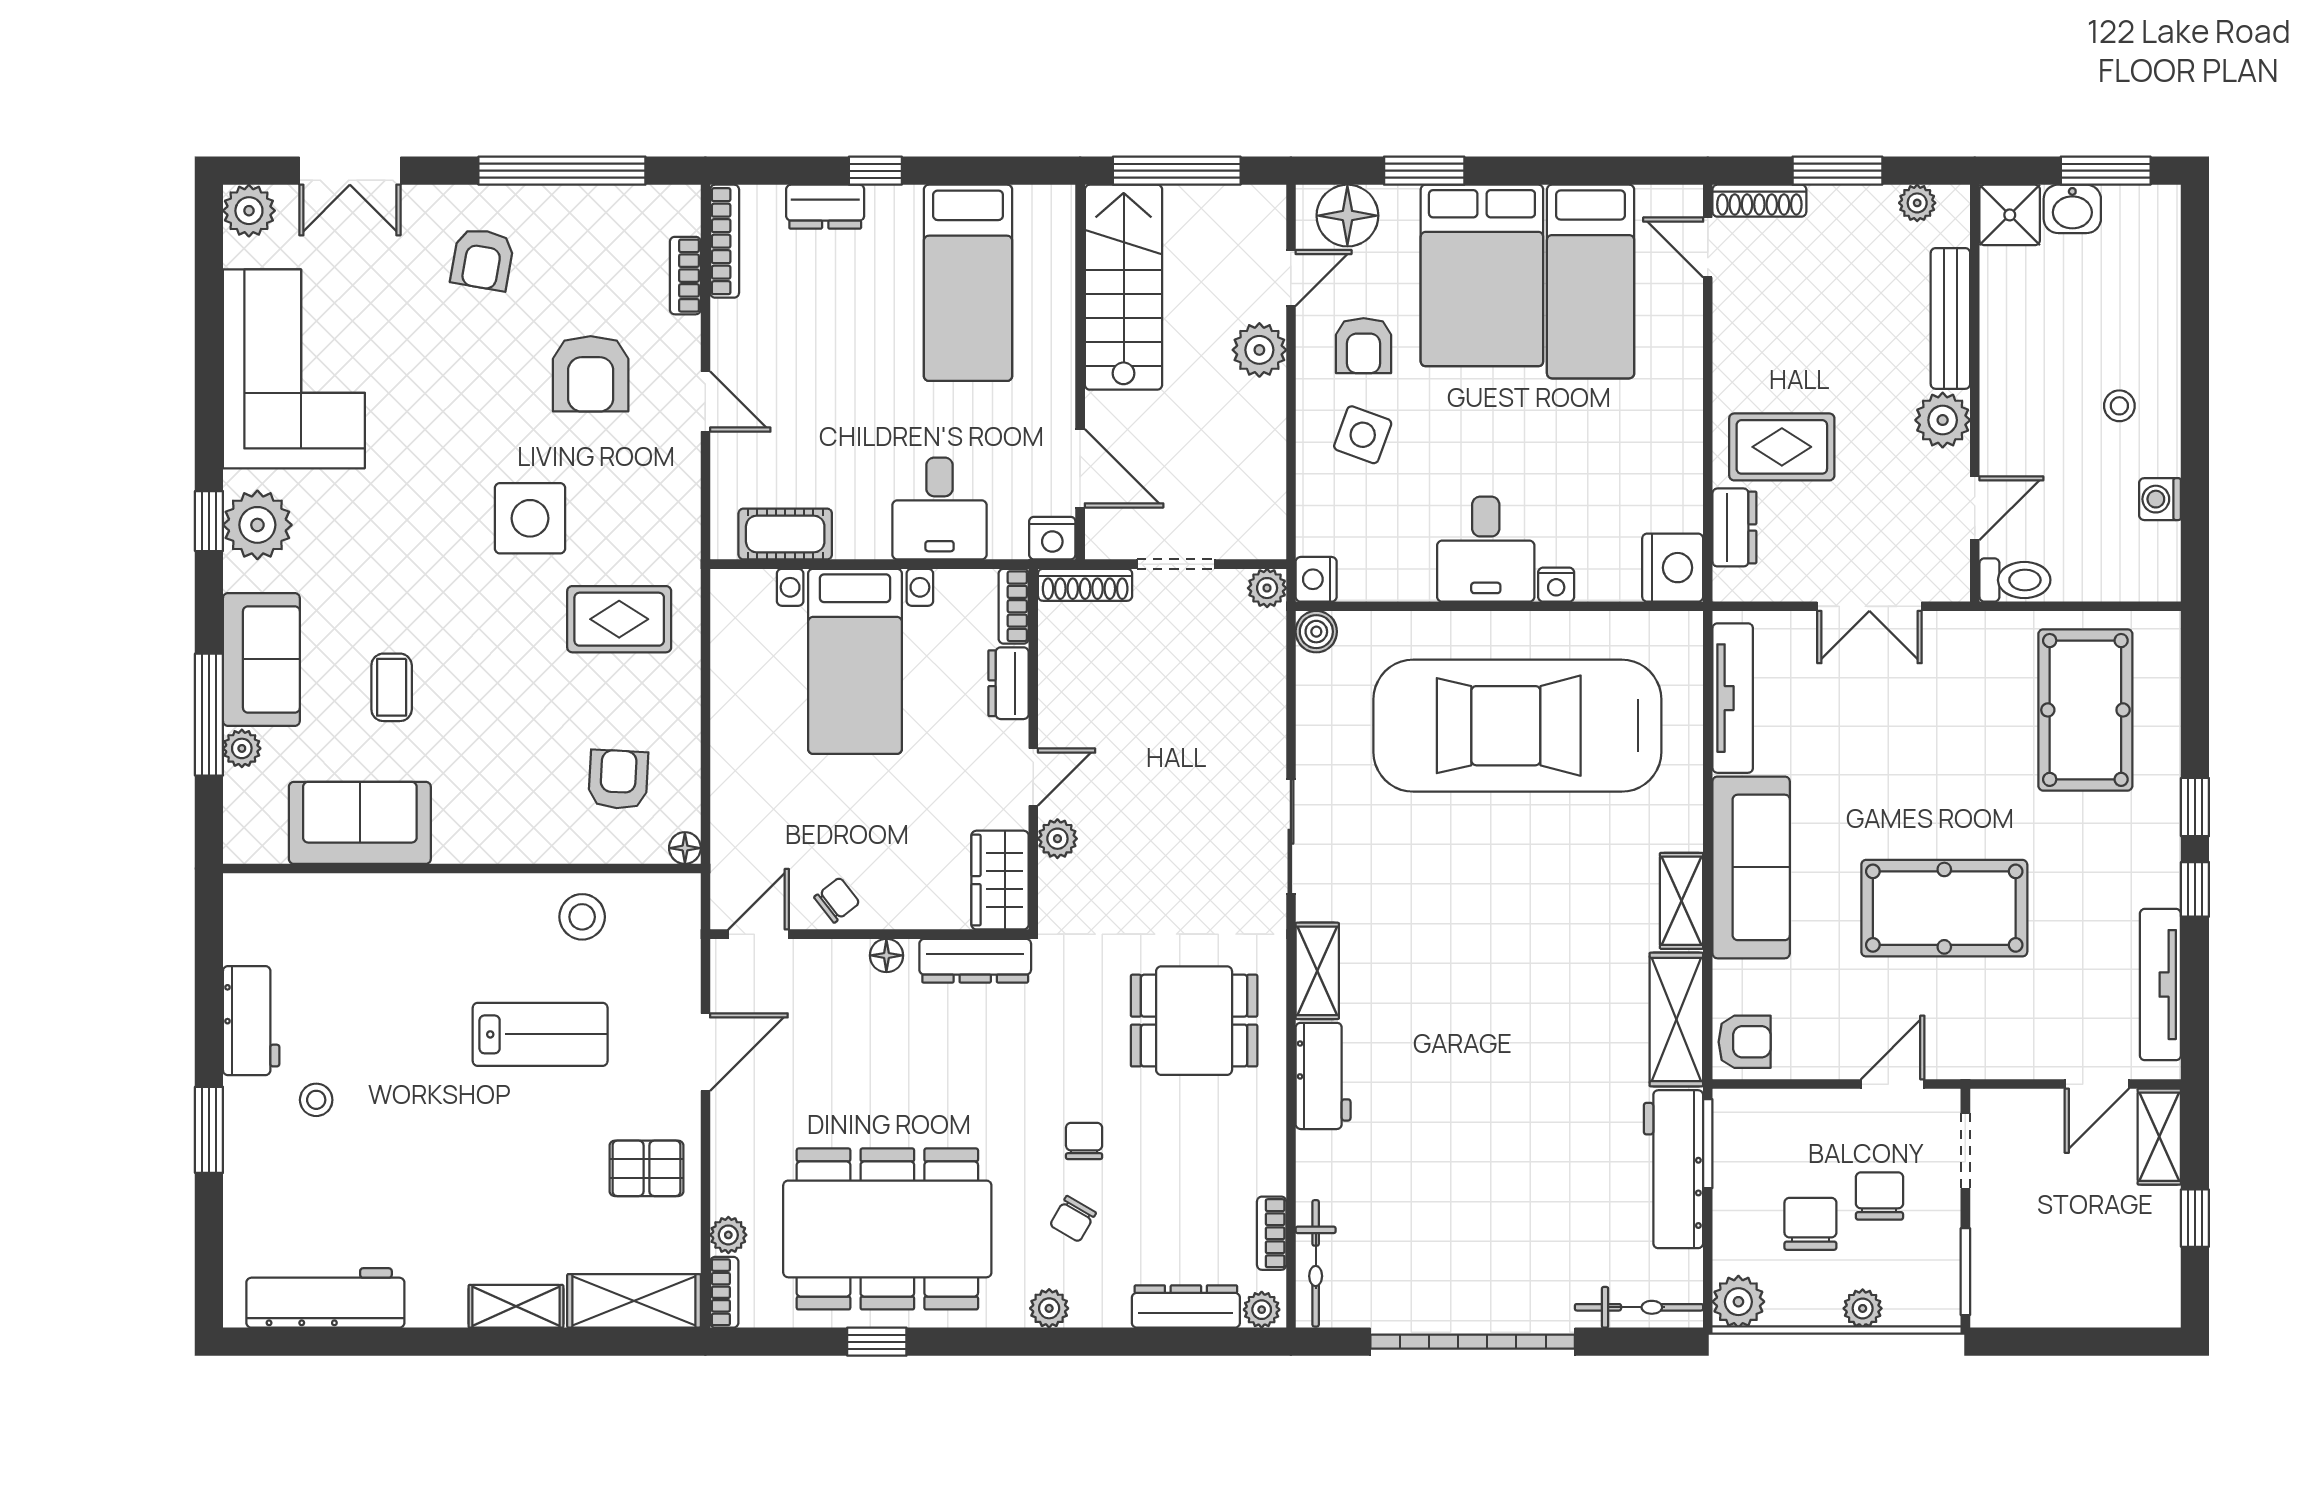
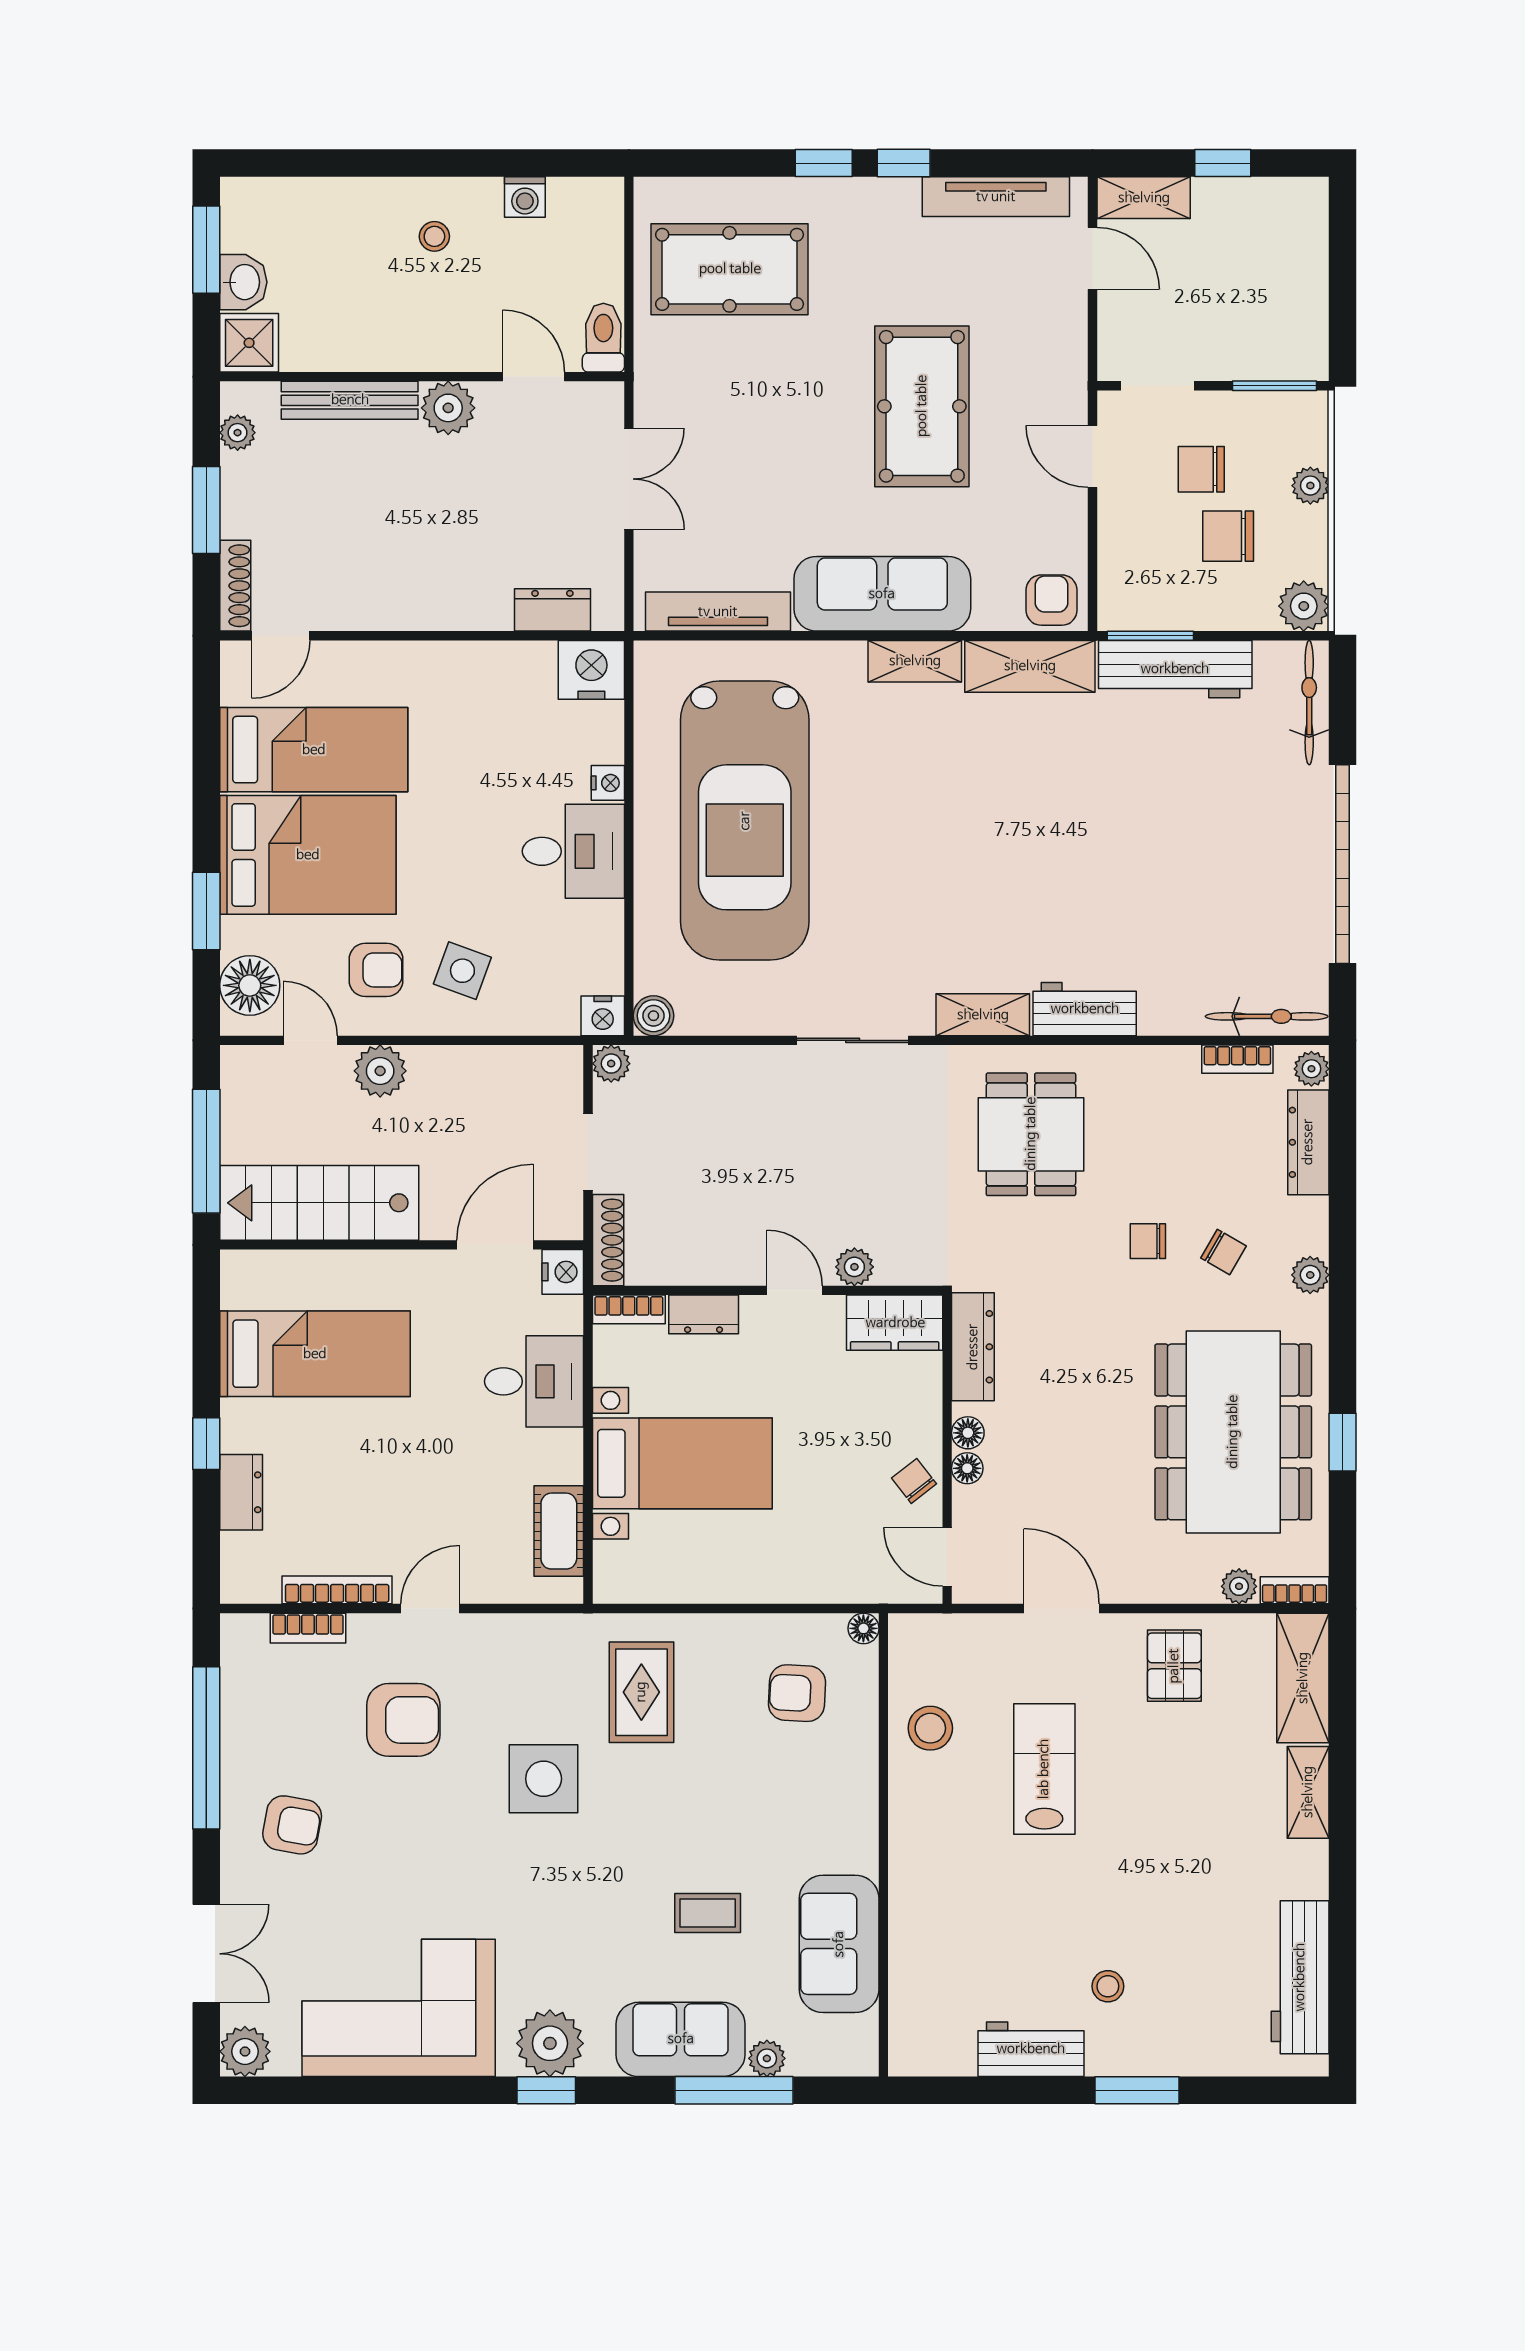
bookcase: (725, 241) -> (337, 1590), moved
rug: (1782, 447) -> (474, 564), removed
floor lamp: (850, 955) -> (967, 1468), added

